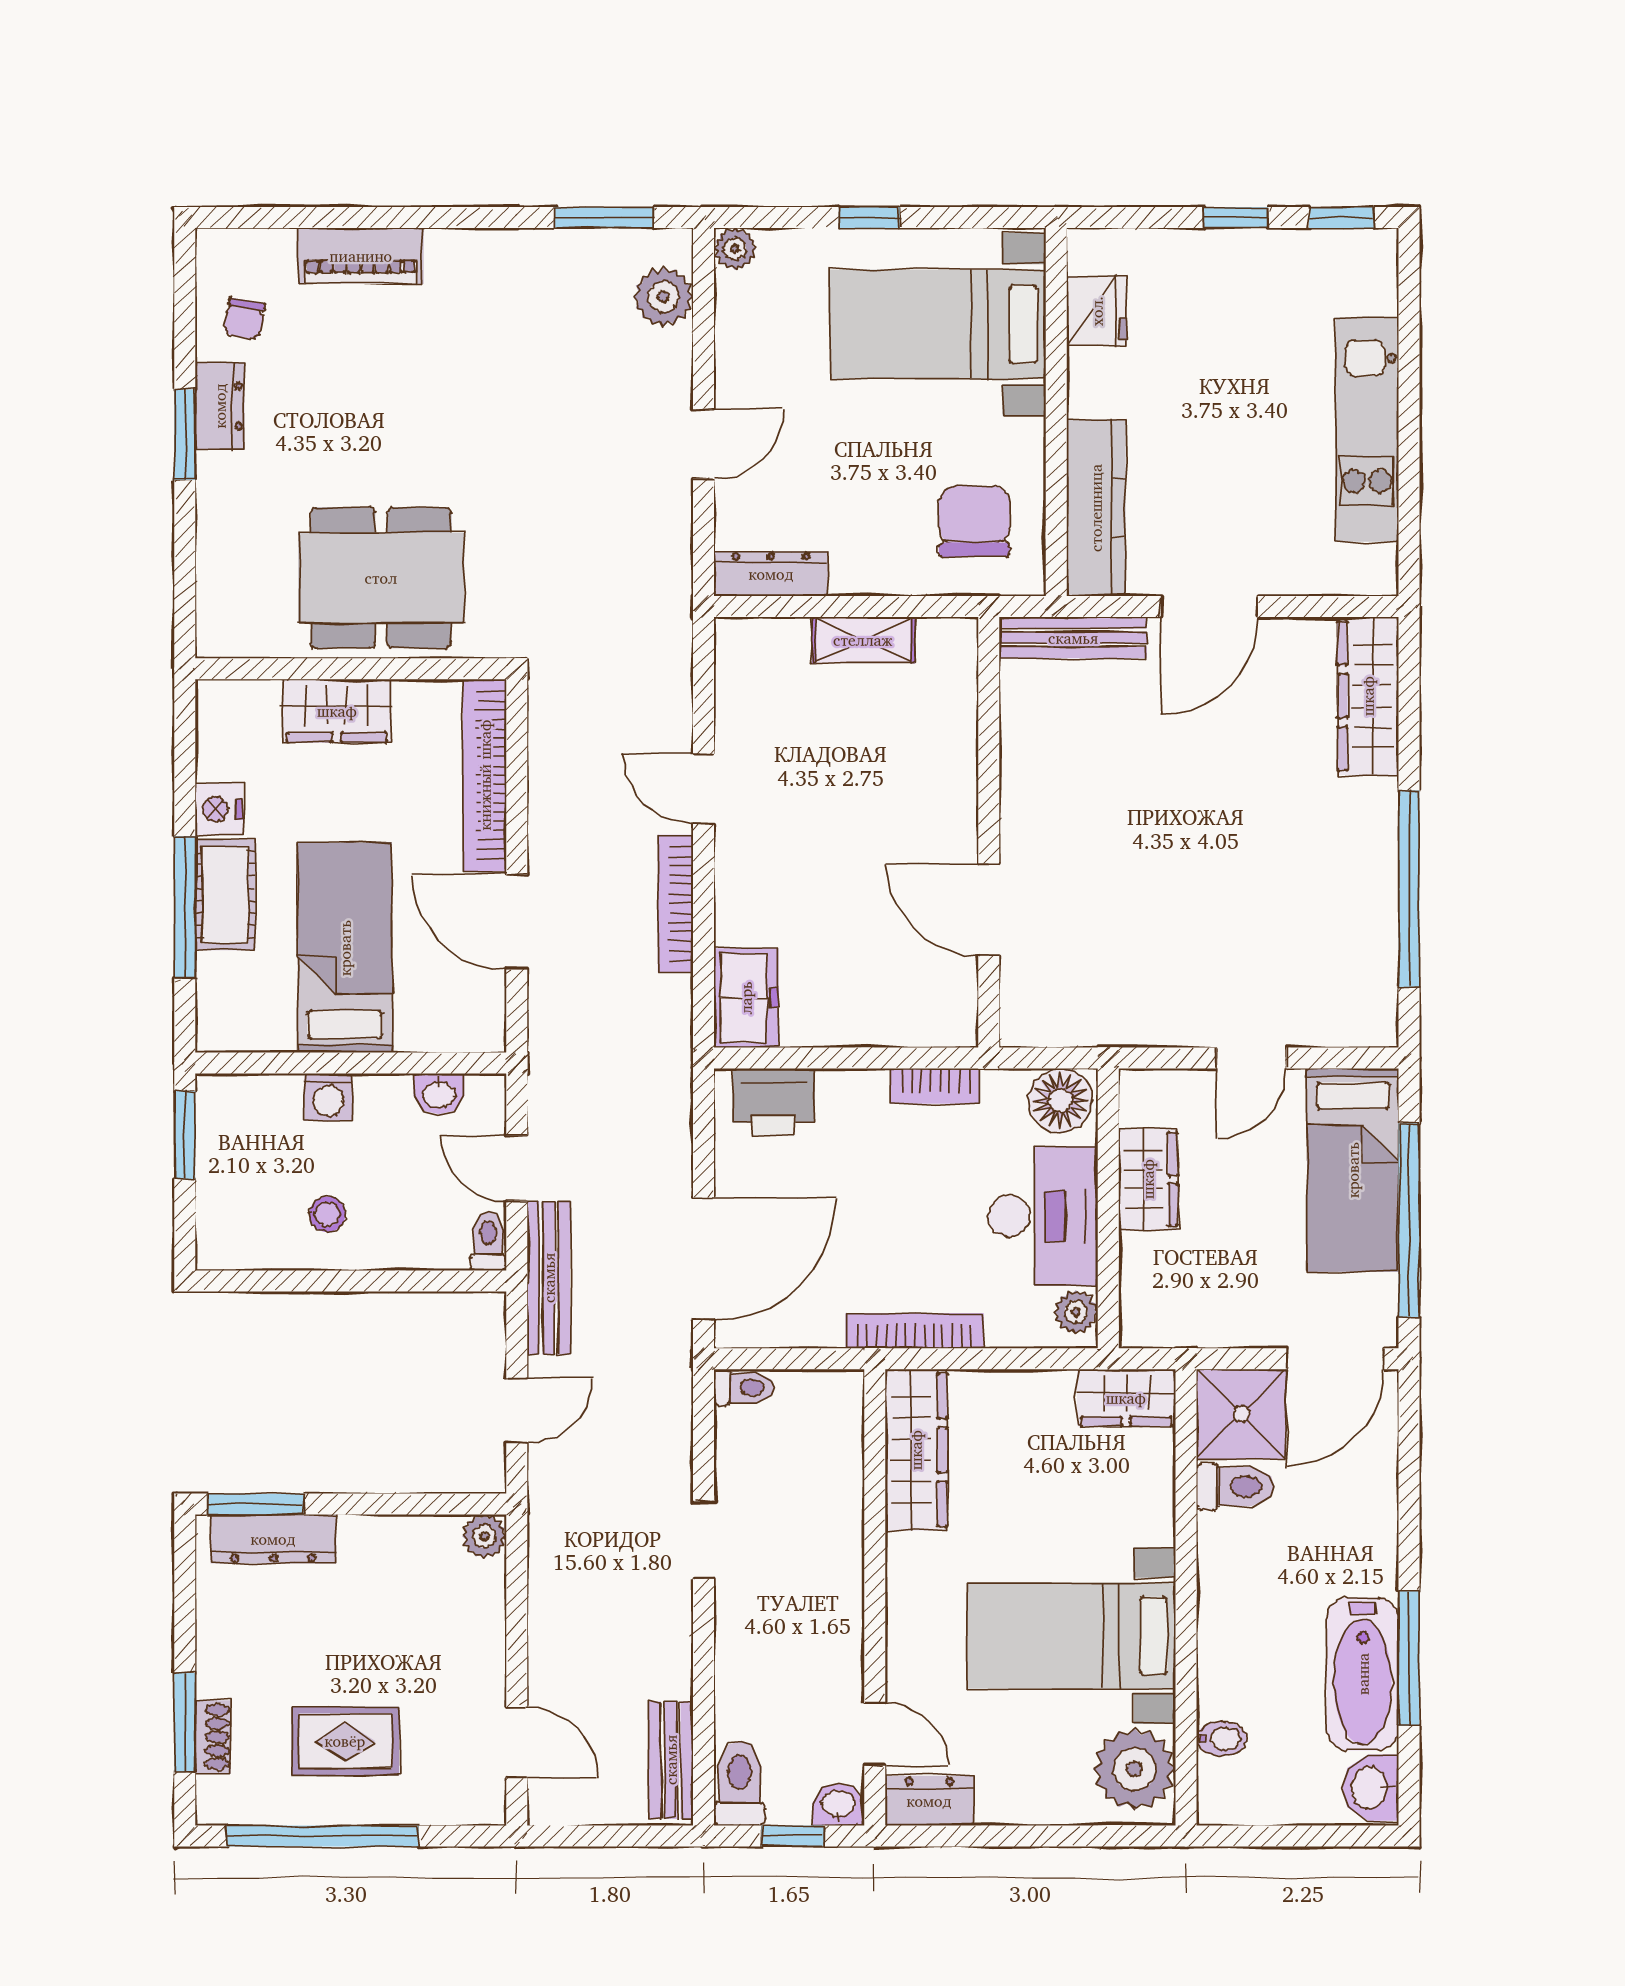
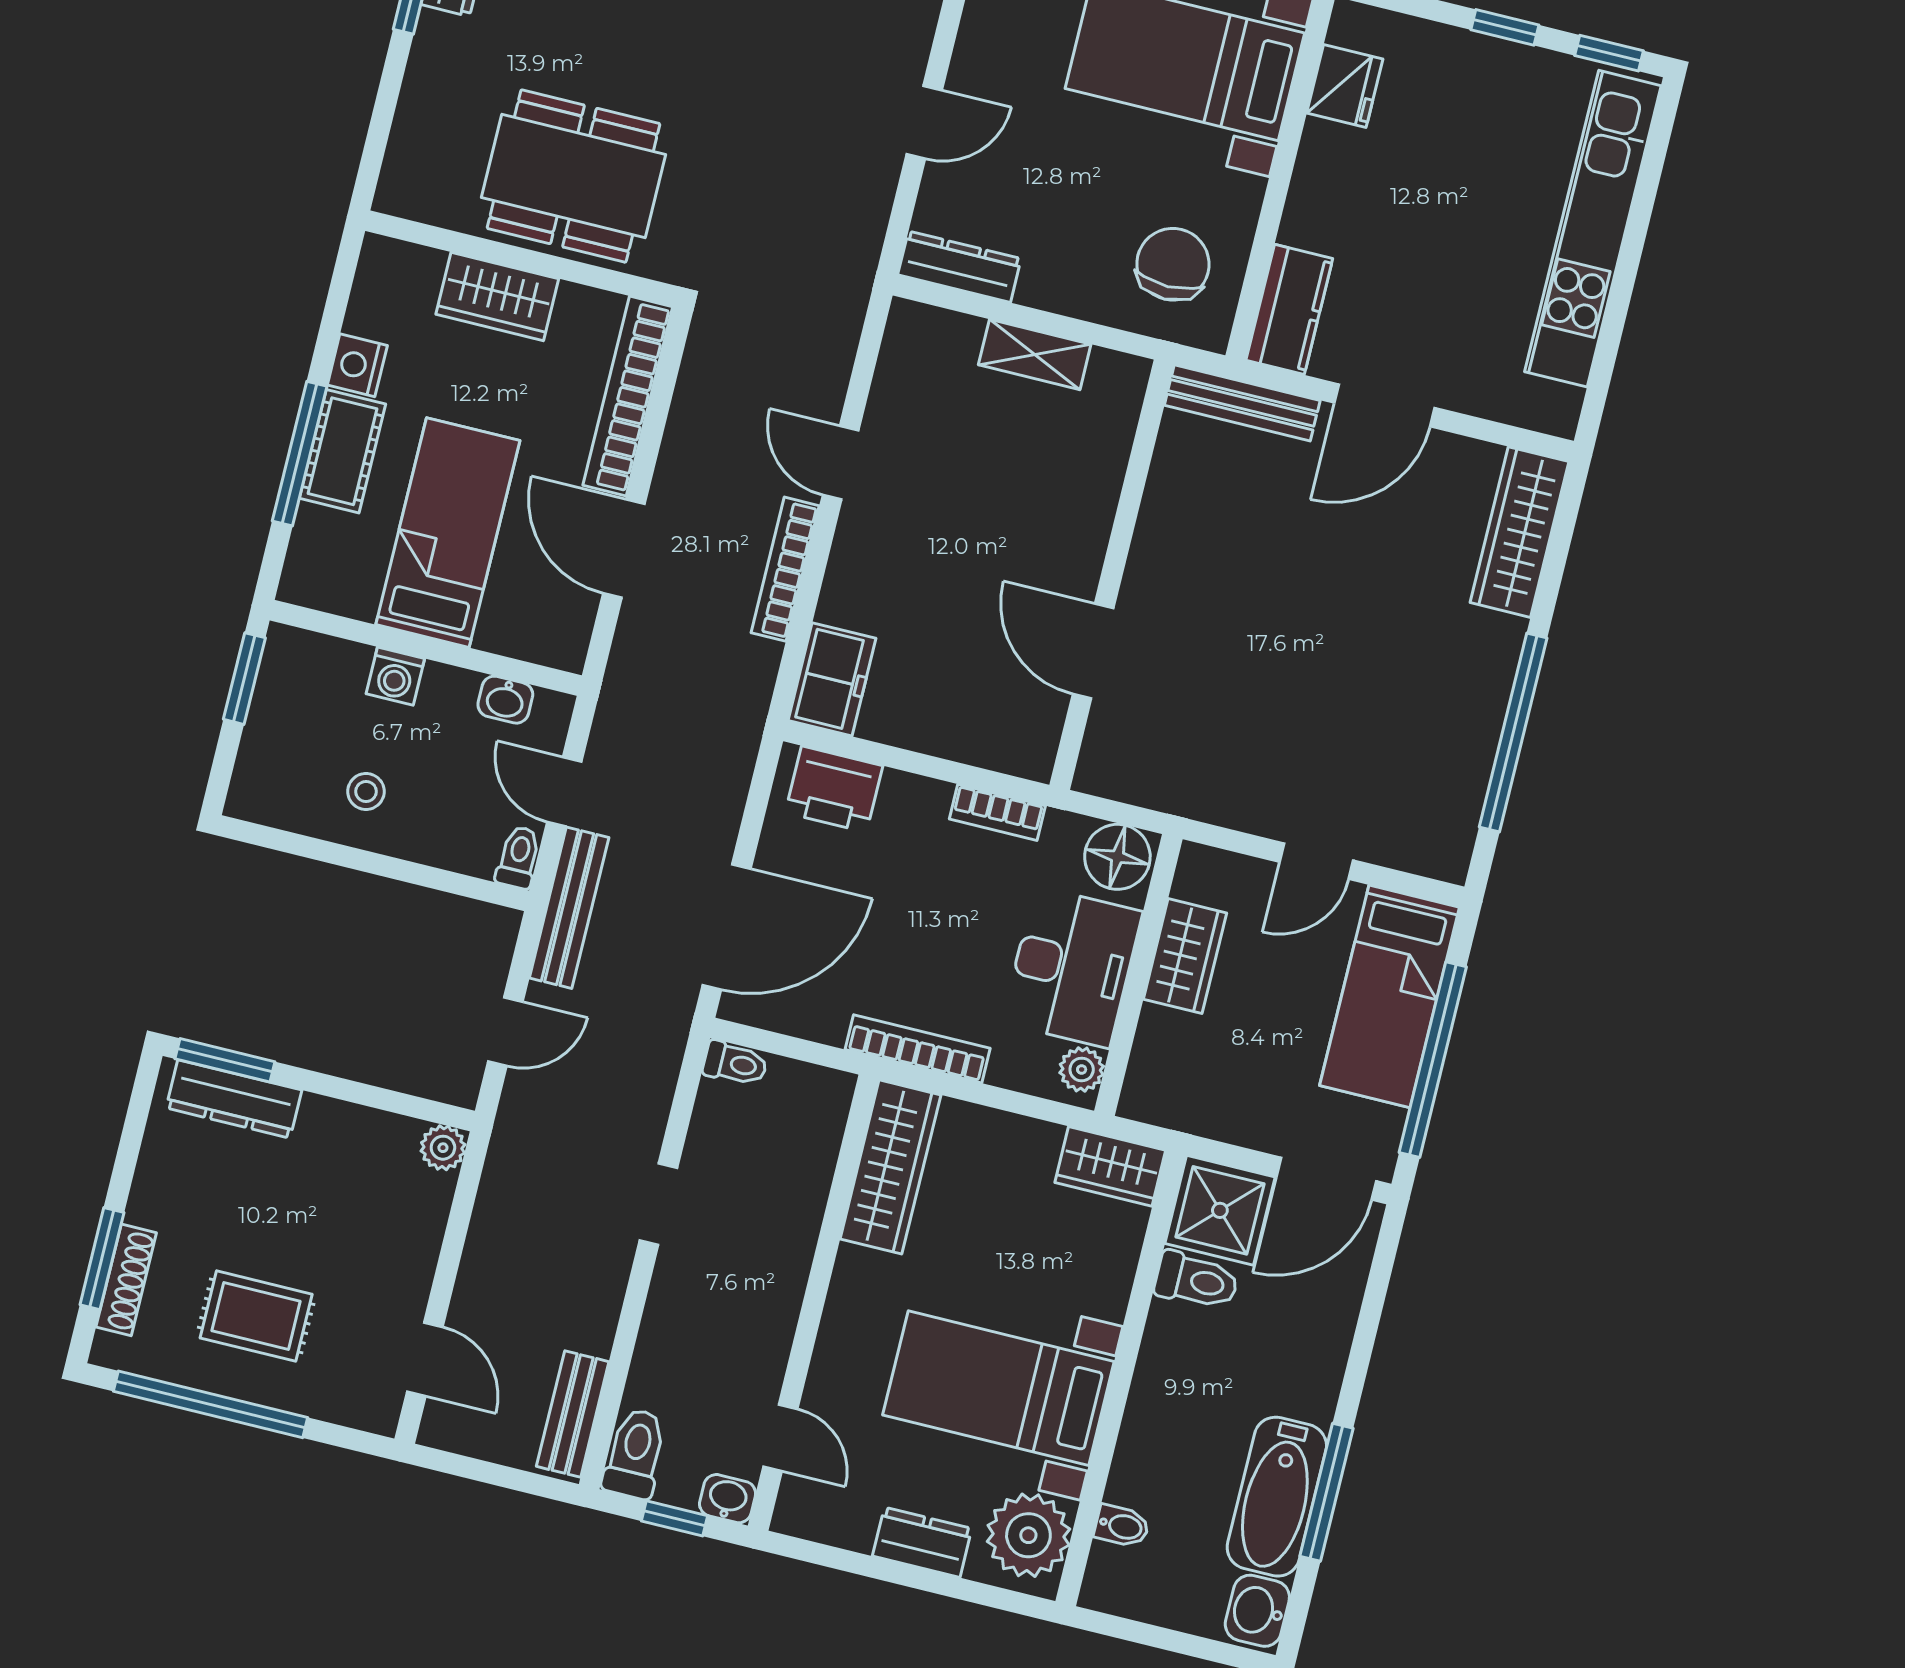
kitchen unit: (1367, 430) -> (1593, 229), width x1.36
kitchen counter: (1096, 508) -> (1289, 309), width x0.67
shoe rack: (213, 1737) -> (126, 1280), width x1.43
dresser: (929, 1801) -> (922, 1542), moved

